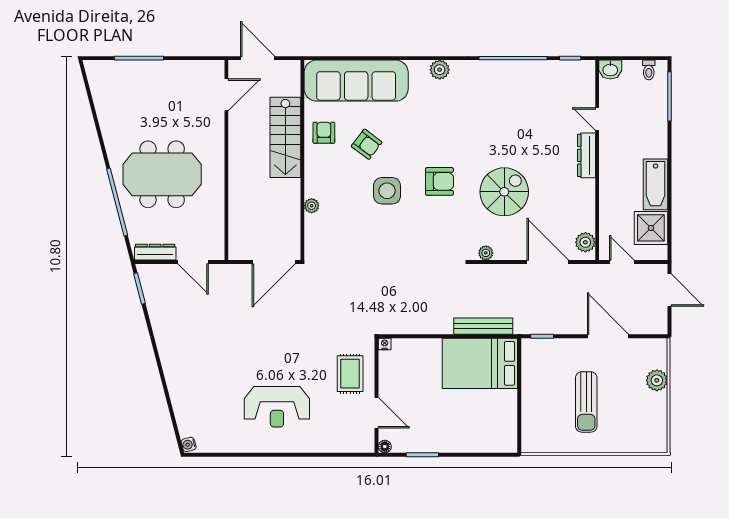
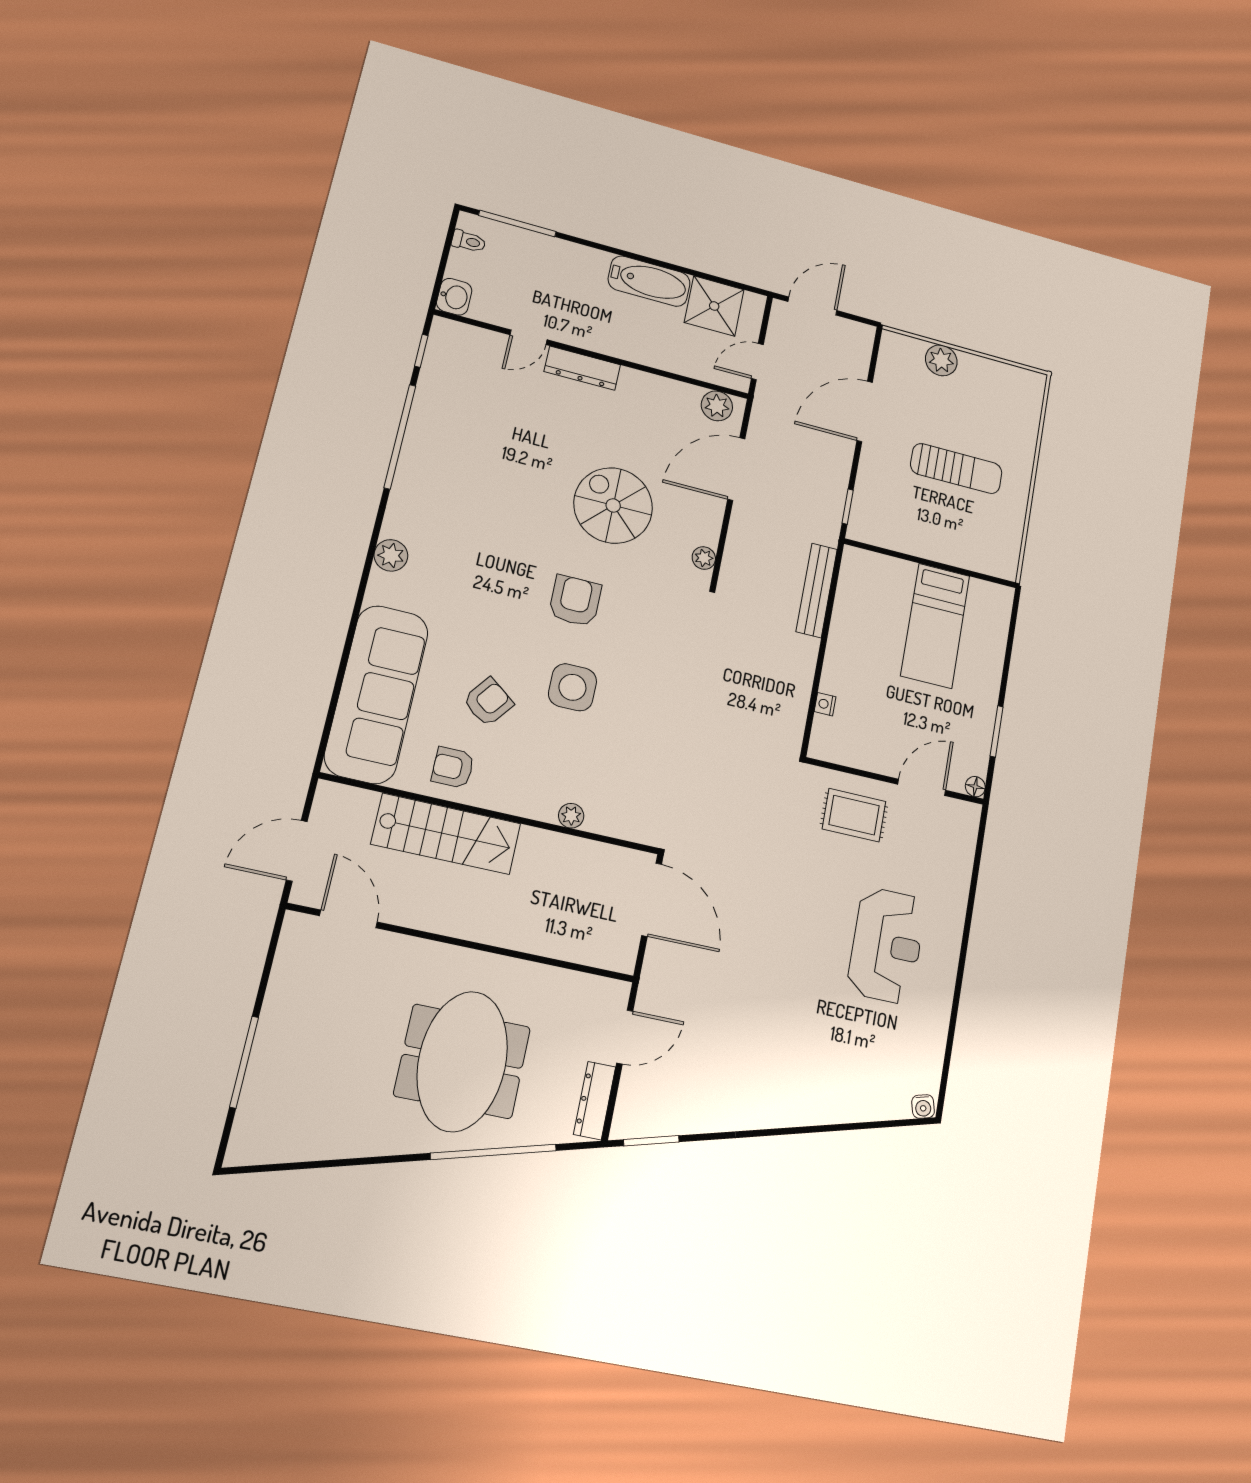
nightstand: (385, 344) -> (825, 704), moved
bed: (480, 363) -> (935, 626), moved, width x0.67

